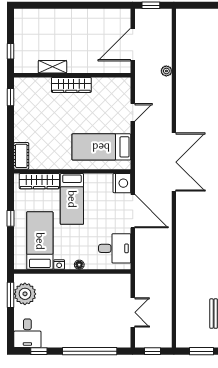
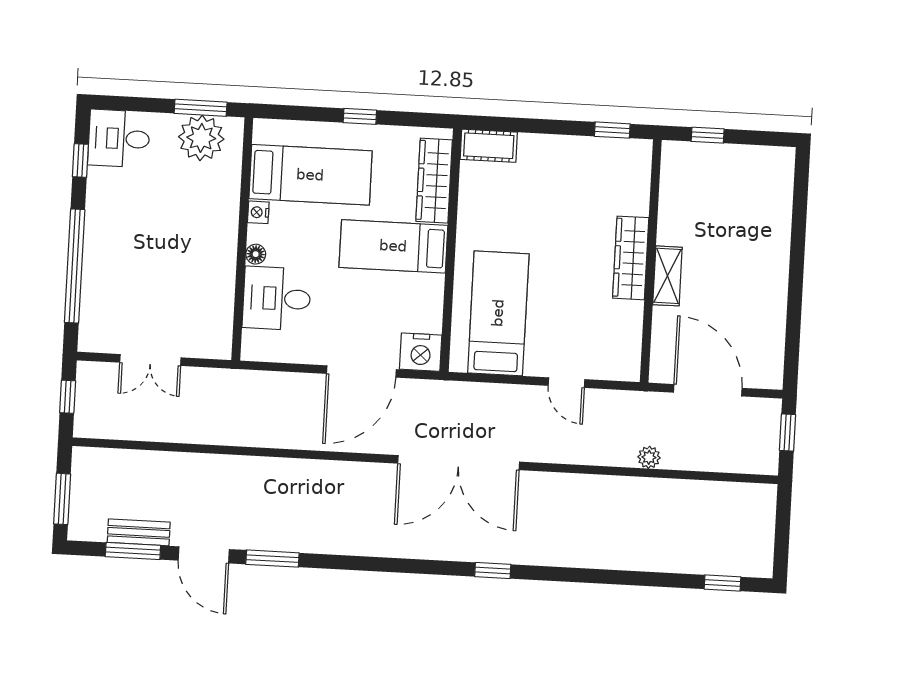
shelving: (52, 67) -> (667, 276), moved
desk: (115, 248) -> (277, 298), moved, turned 90

